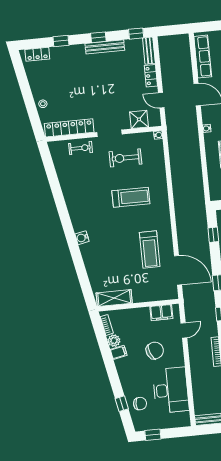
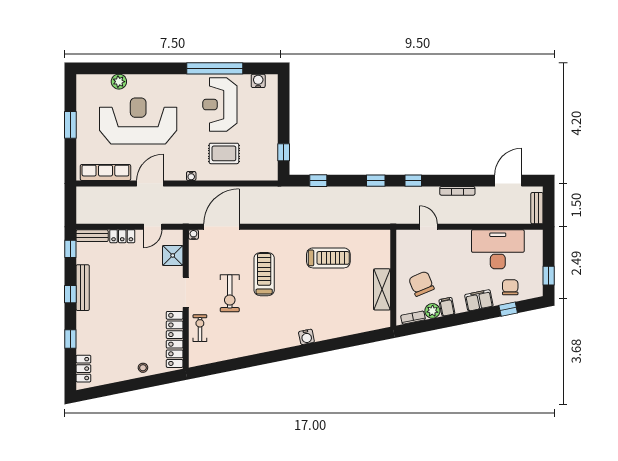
exercise bike: (125, 158) -> (230, 293), moved
door: (178, 270) -> (221, 227), moved
shelving: (114, 298) -> (382, 289), moved
filing cabinet: (161, 313) -> (479, 300), moved, turned -101
chair: (155, 351) -> (421, 284), moved

